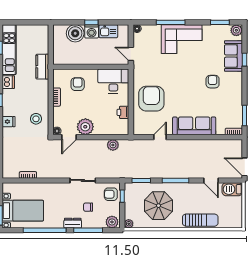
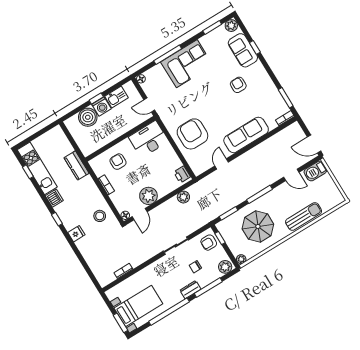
printer: (123, 112) -> (182, 174), moved

